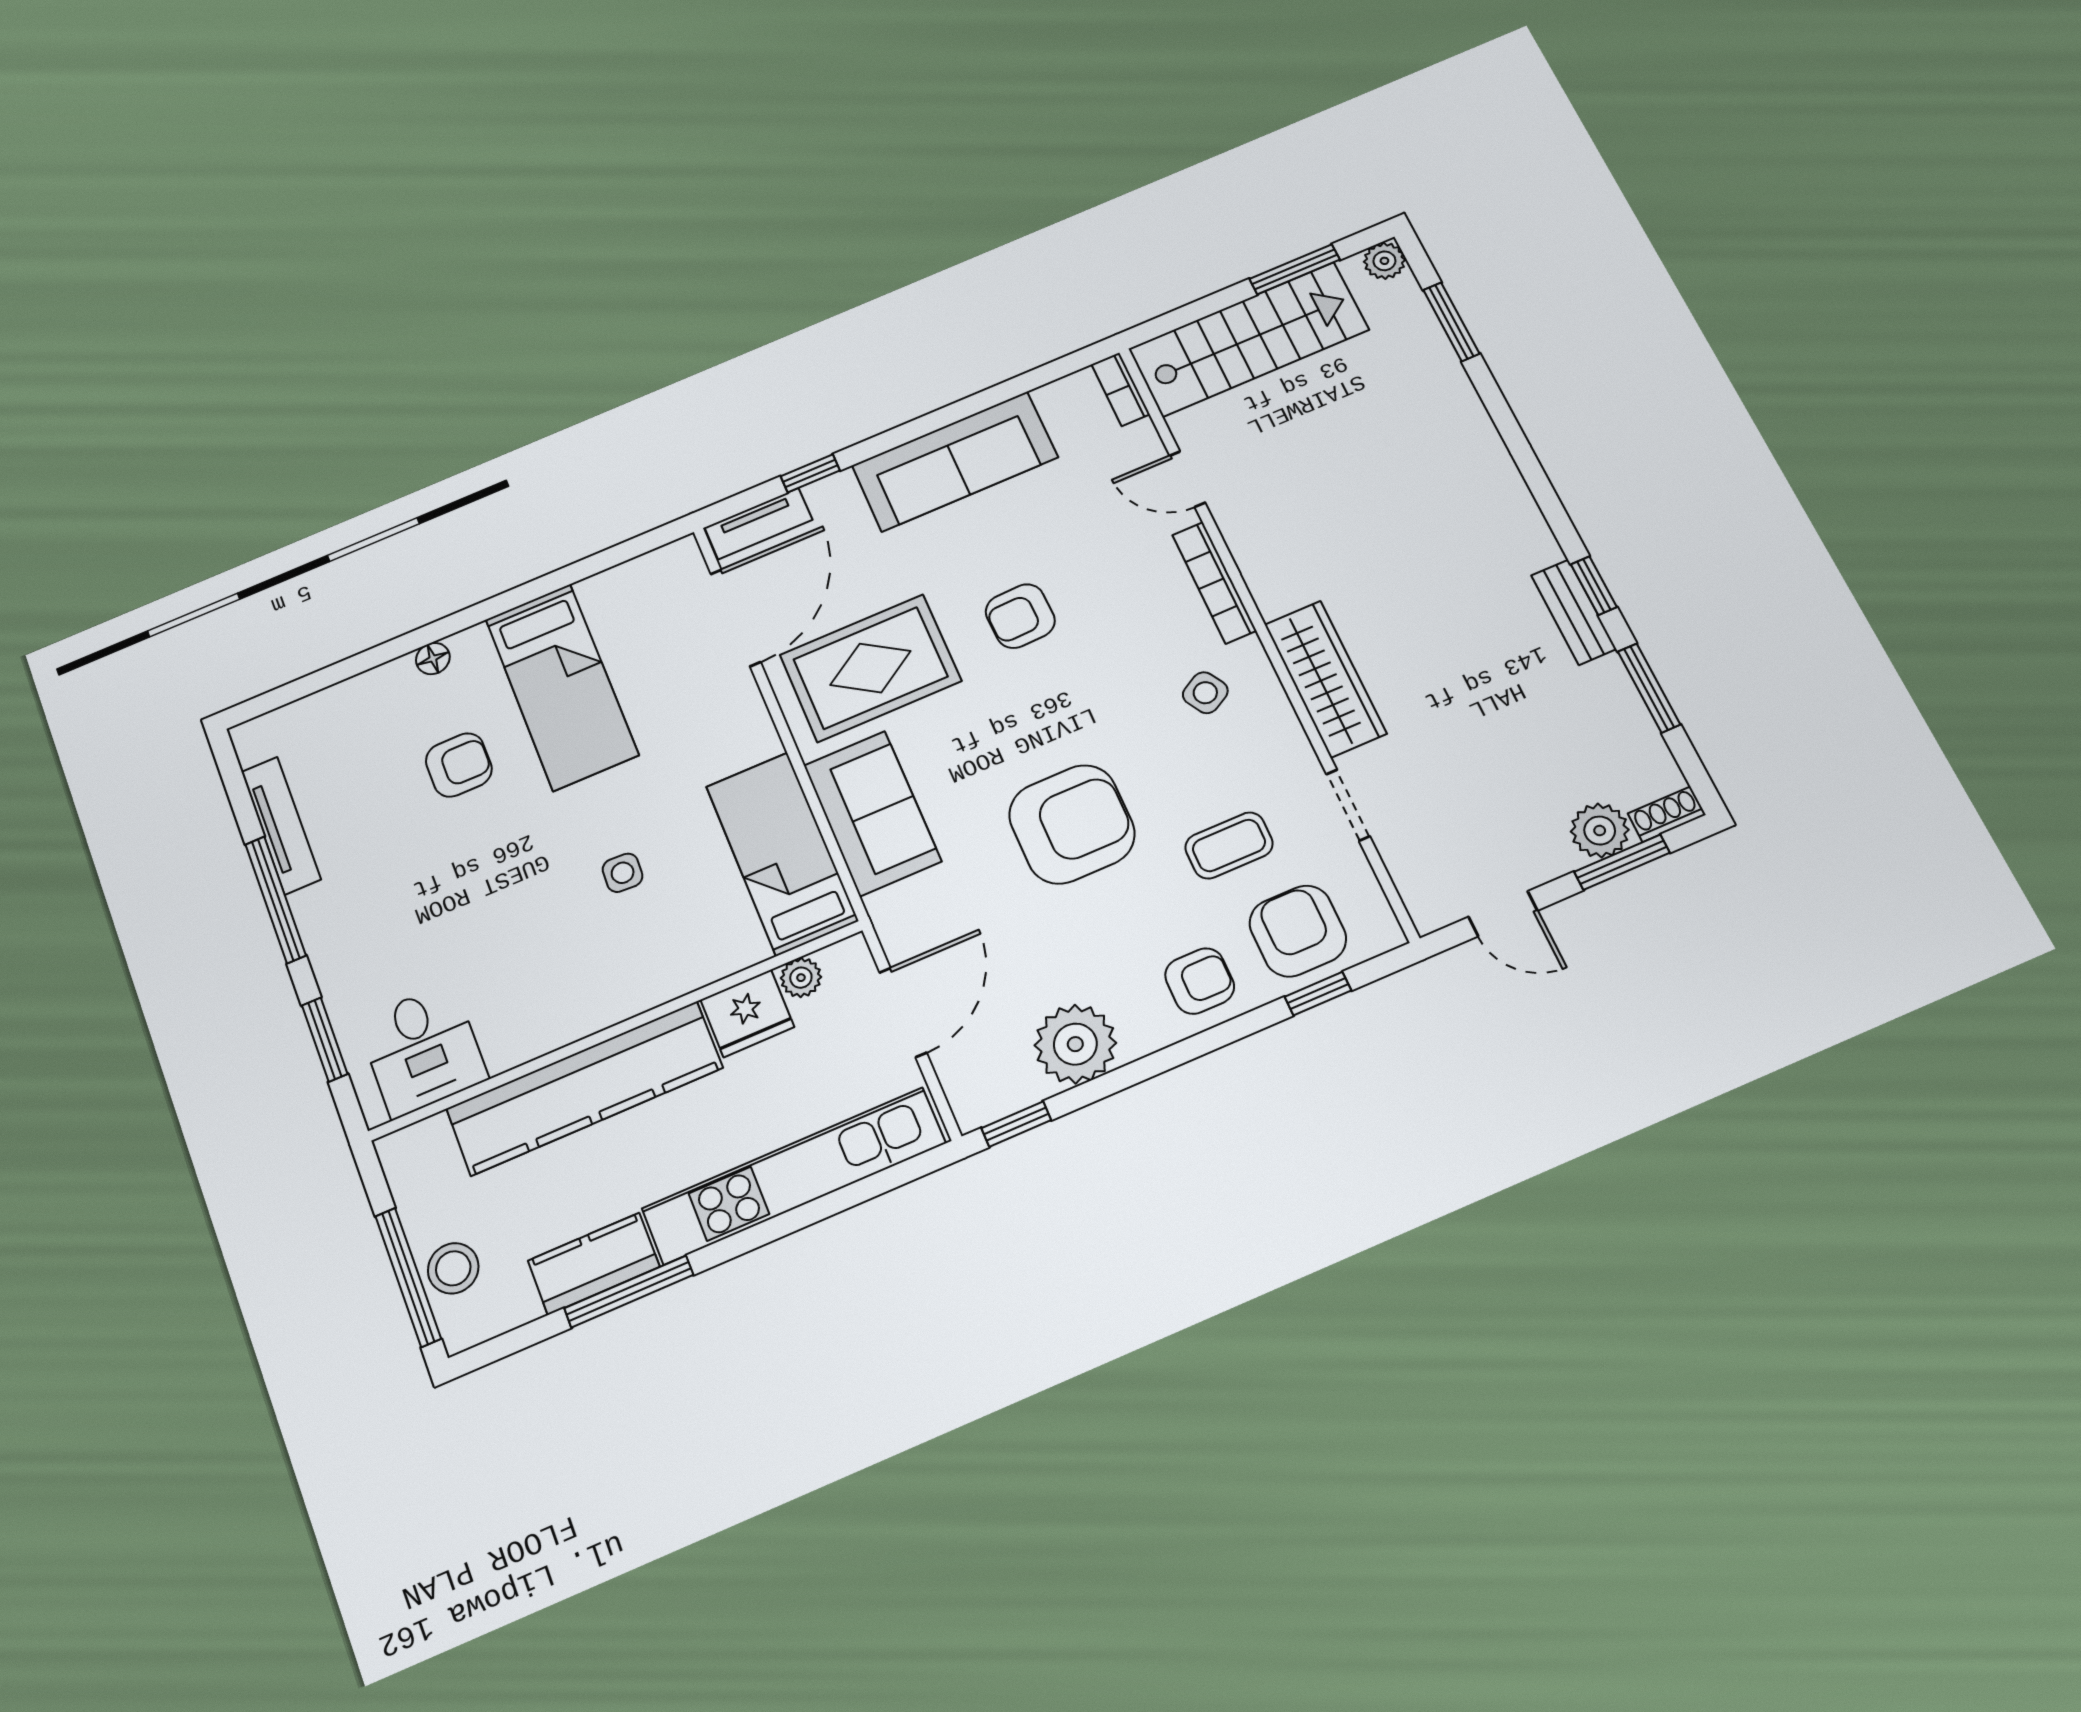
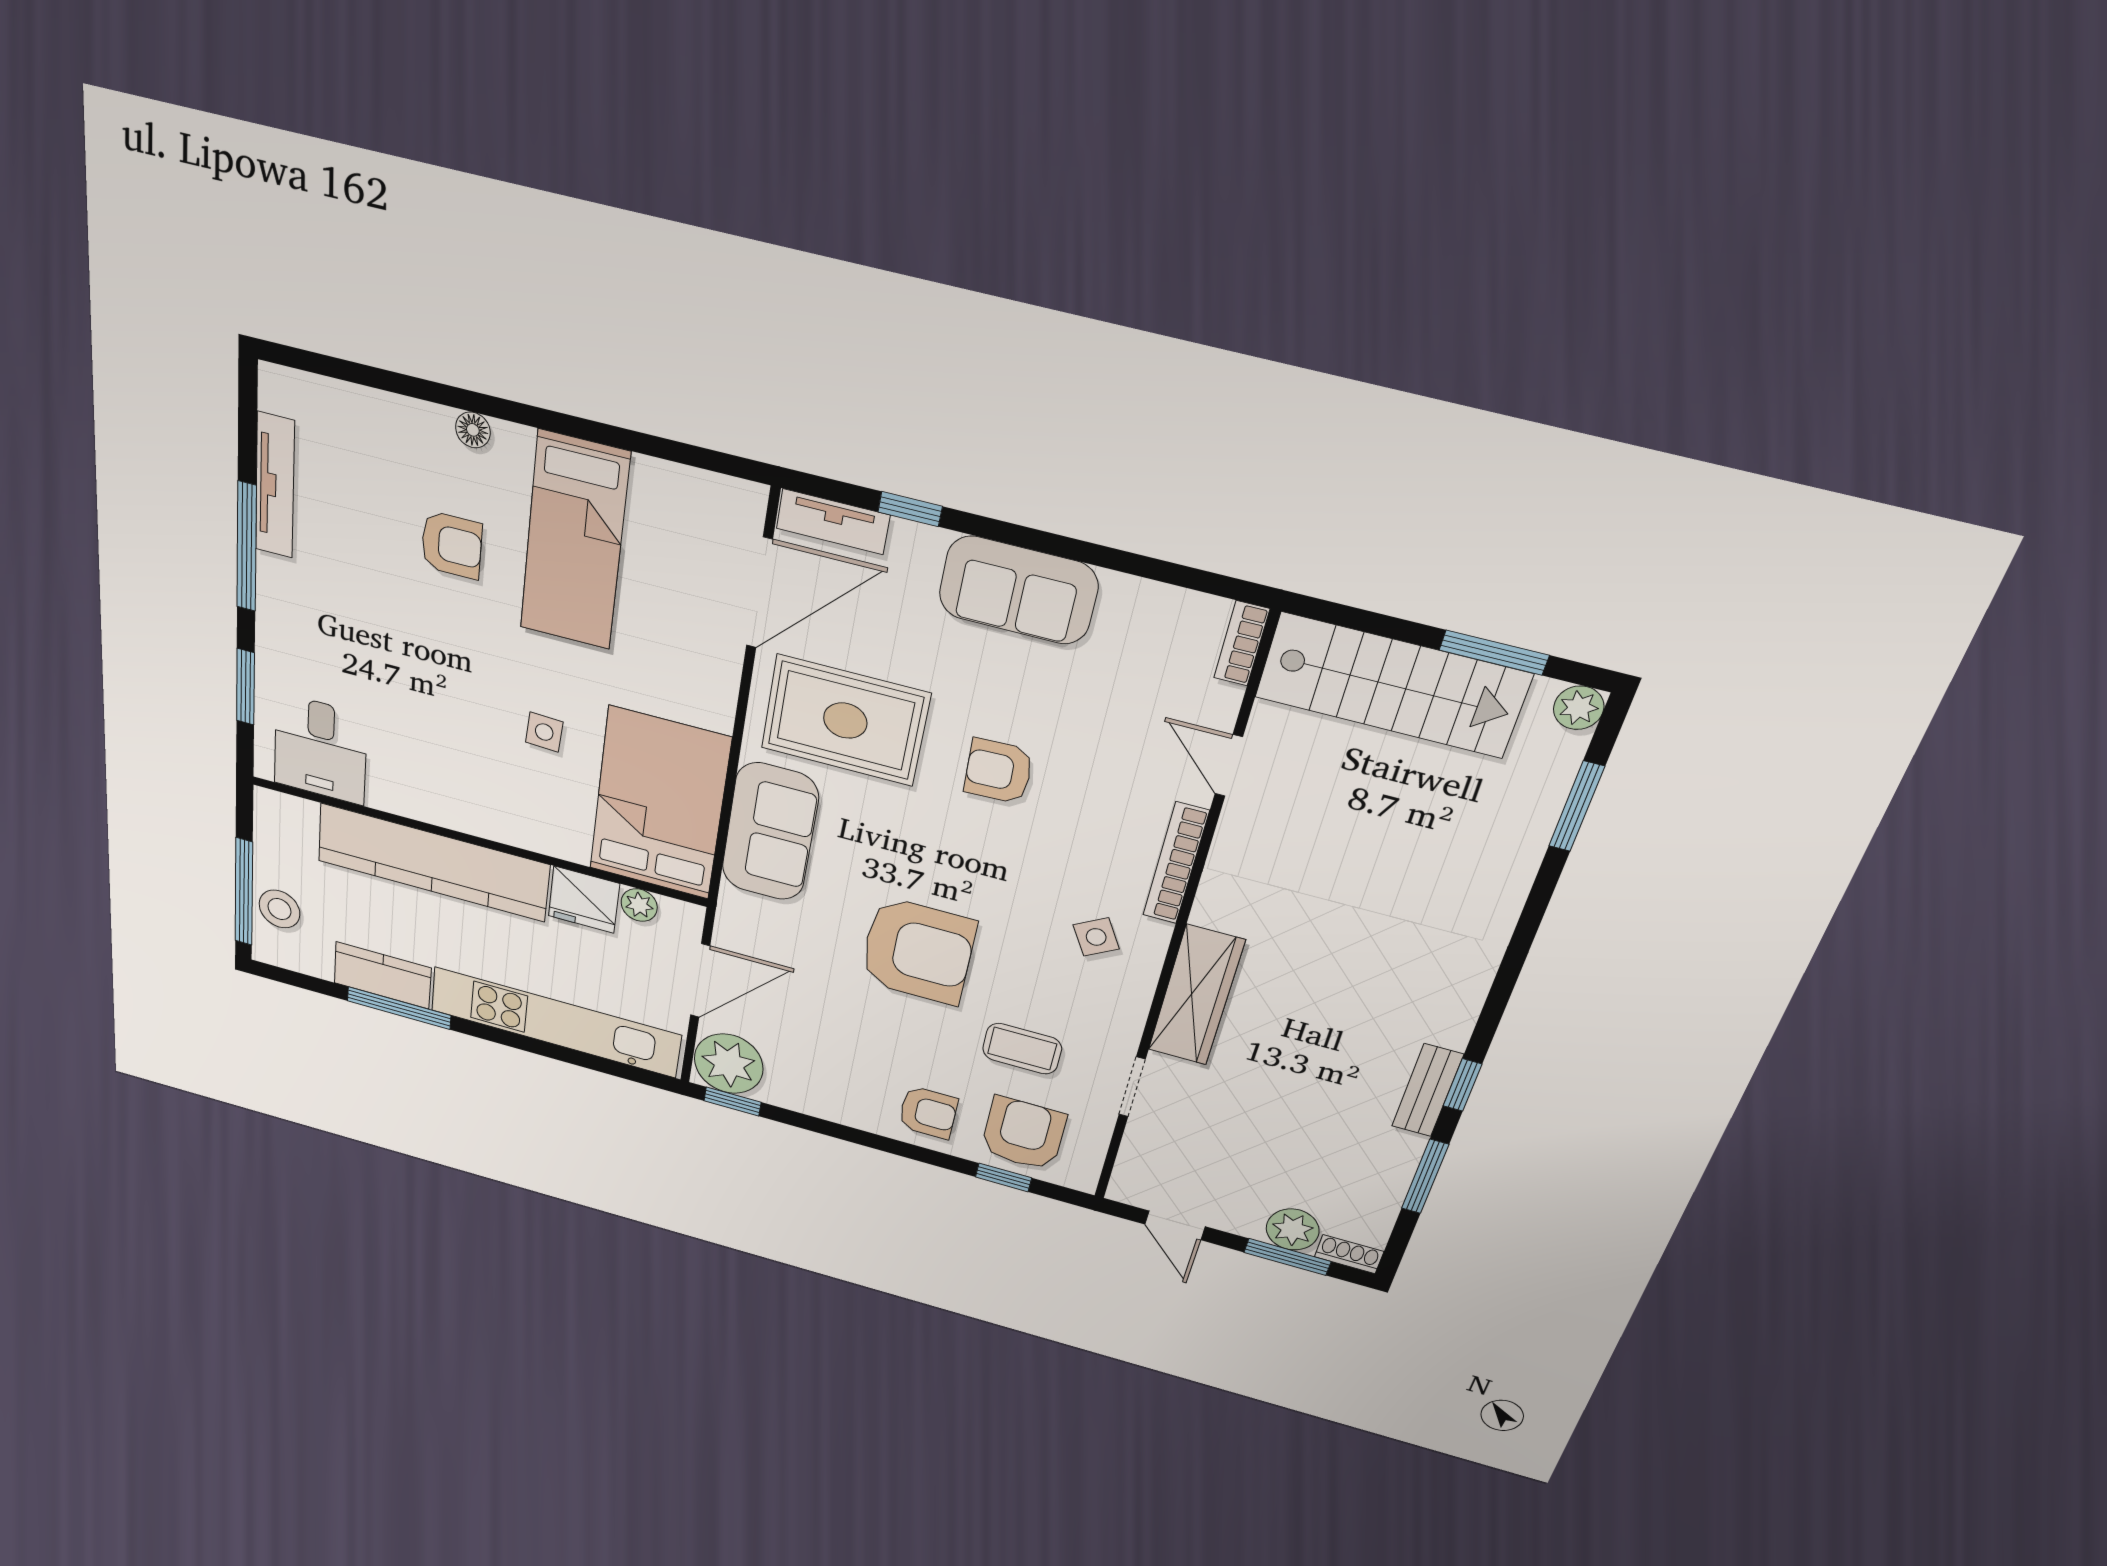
sofa: (955, 461) -> (1018, 590), width x0.73
bed: (782, 853) -> (659, 804), width x1.50
plant: (1075, 1044) -> (729, 1064), moved

